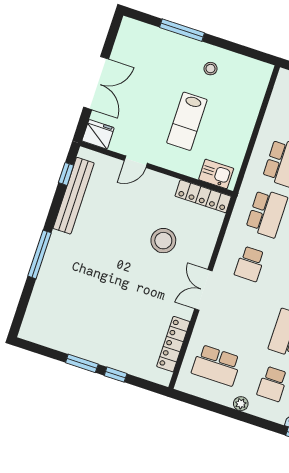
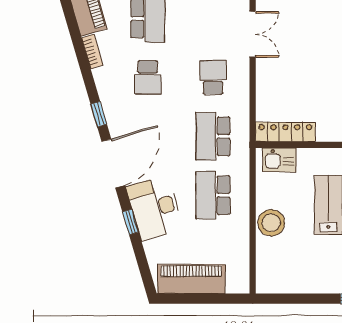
stool: (211, 69) -> (271, 223), moved, width x1.89, depth x1.89
stool: (163, 241) -> (312, 72), removed

